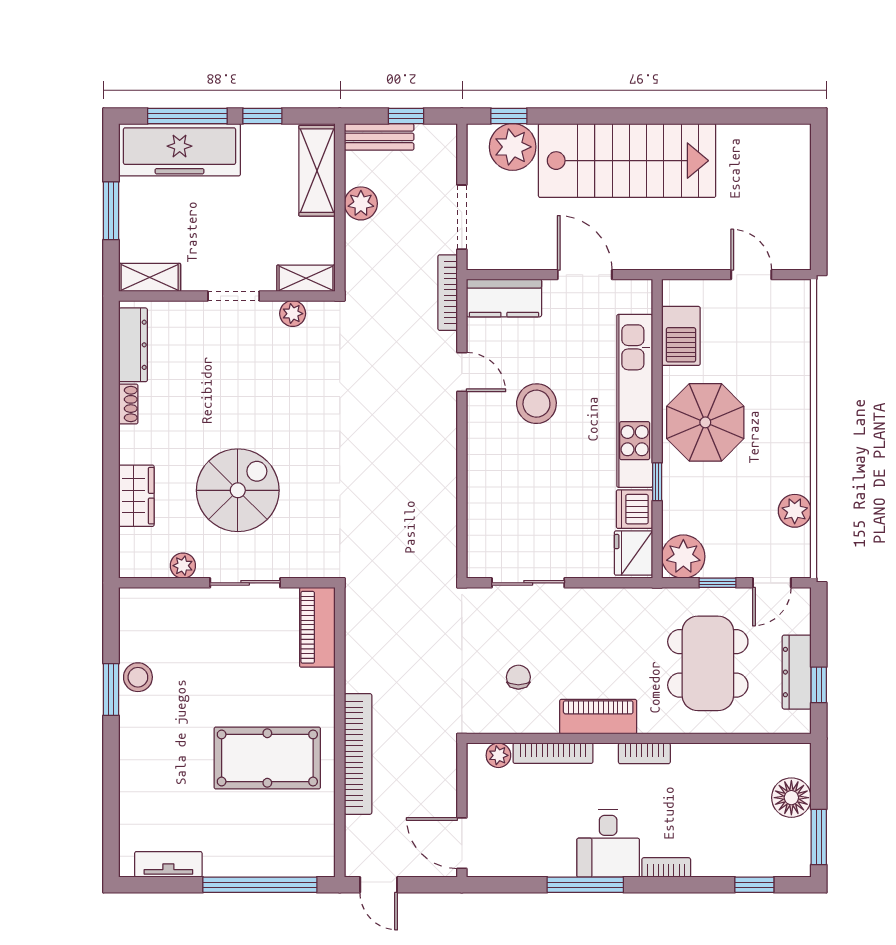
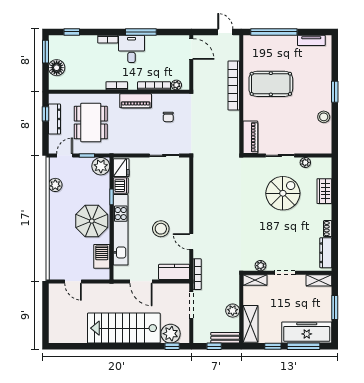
spiral stairs: (238, 490) -> (283, 193), turned 180
window: (111, 689) -> (335, 92), moved

